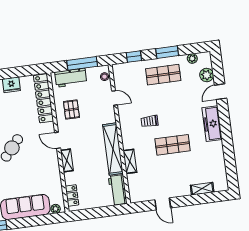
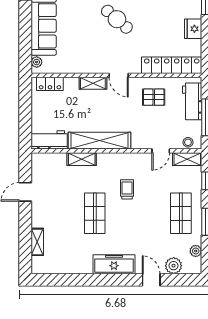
shelving: (118, 75) -> (187, 159), added
door: (58, 140) -> (119, 75), swing flipped

